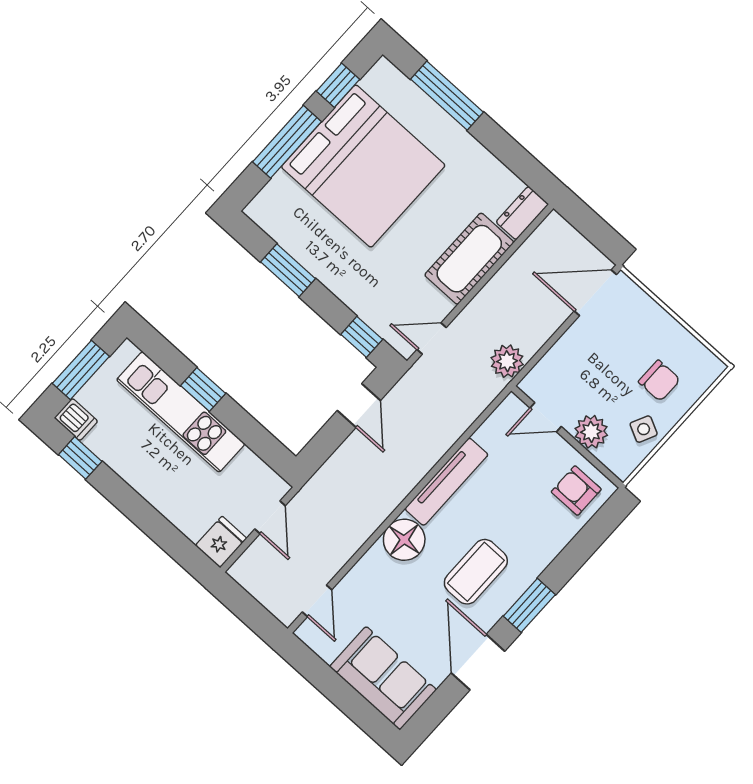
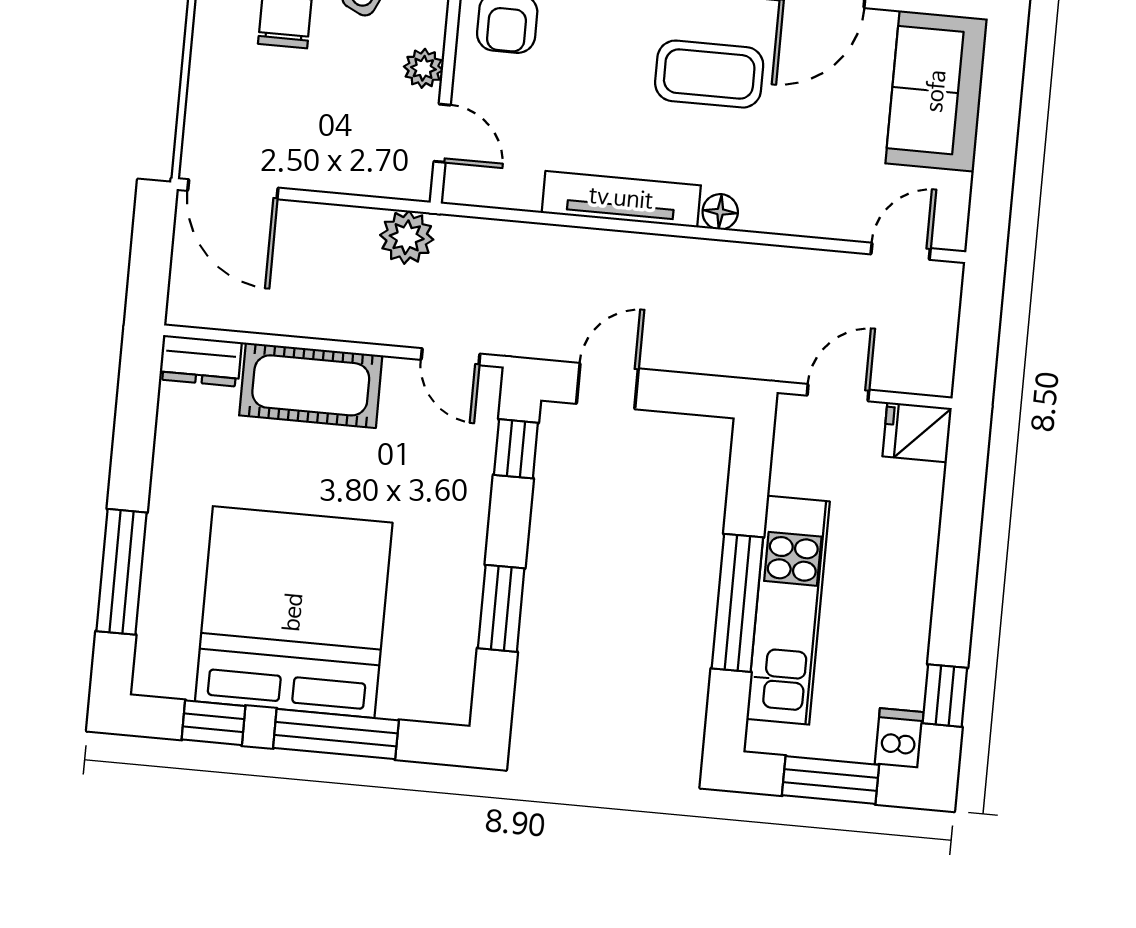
window: (203, 389) -> (737, 603), width x2.17
plant: (591, 432) -> (423, 68), width x0.73, depth x0.73
floor lamp: (404, 540) -> (720, 212), width x0.53, depth x0.53

